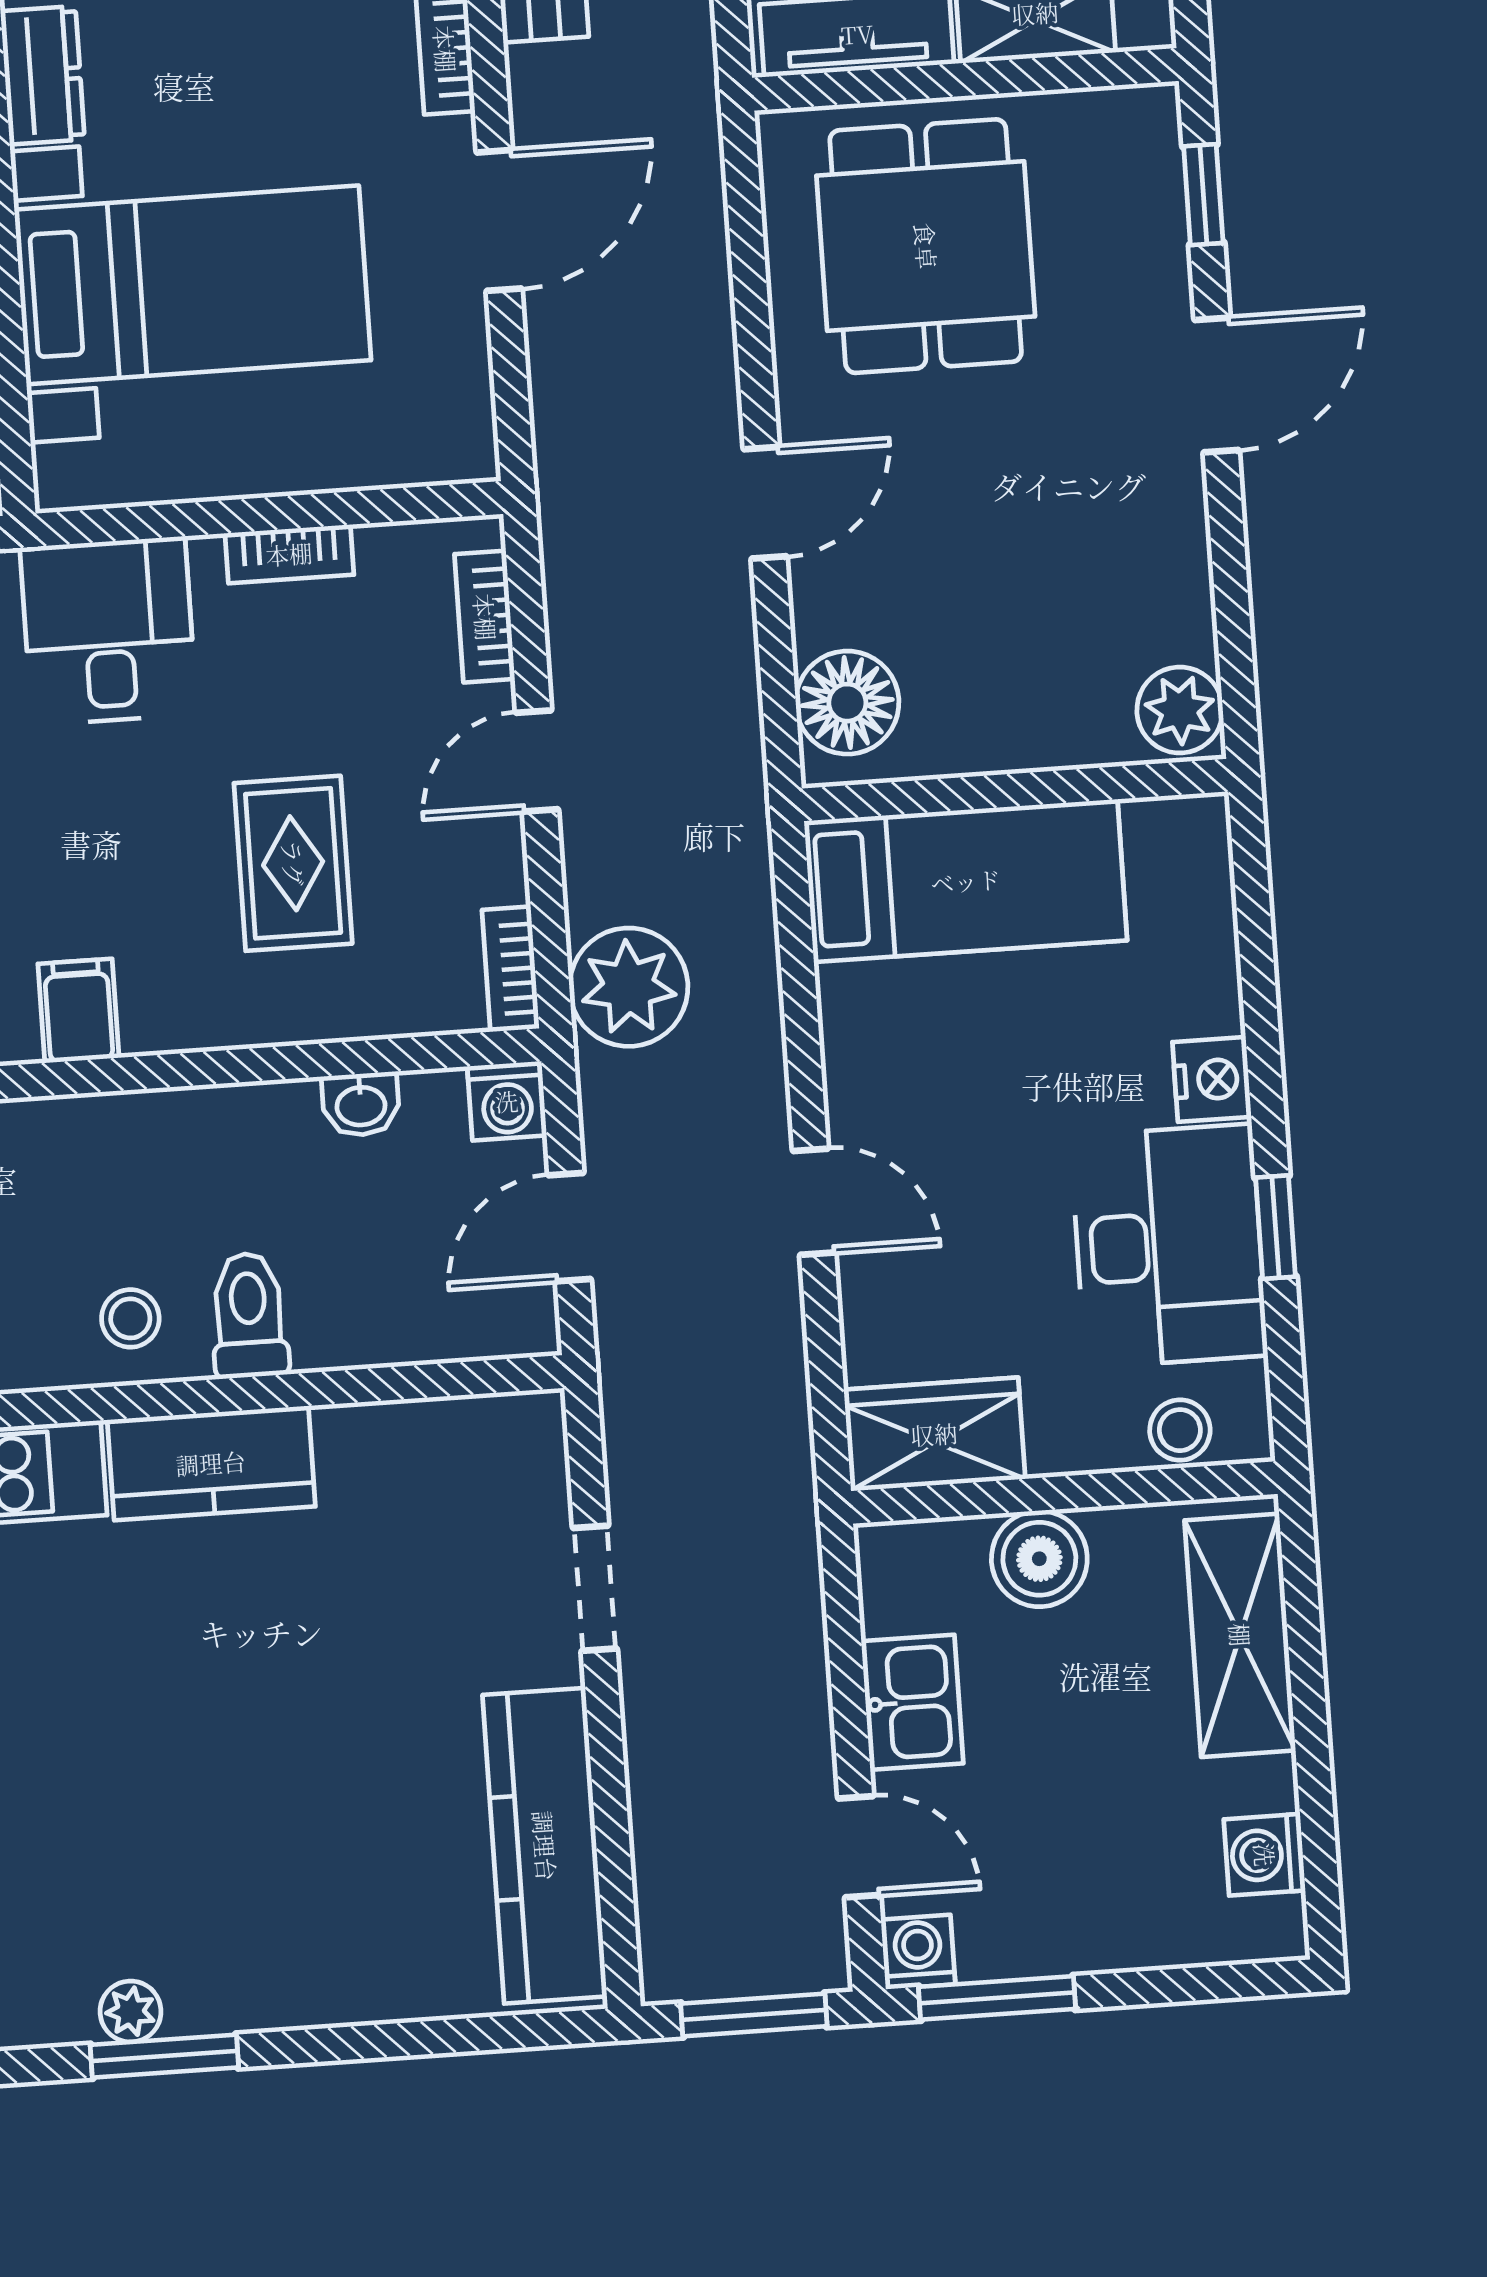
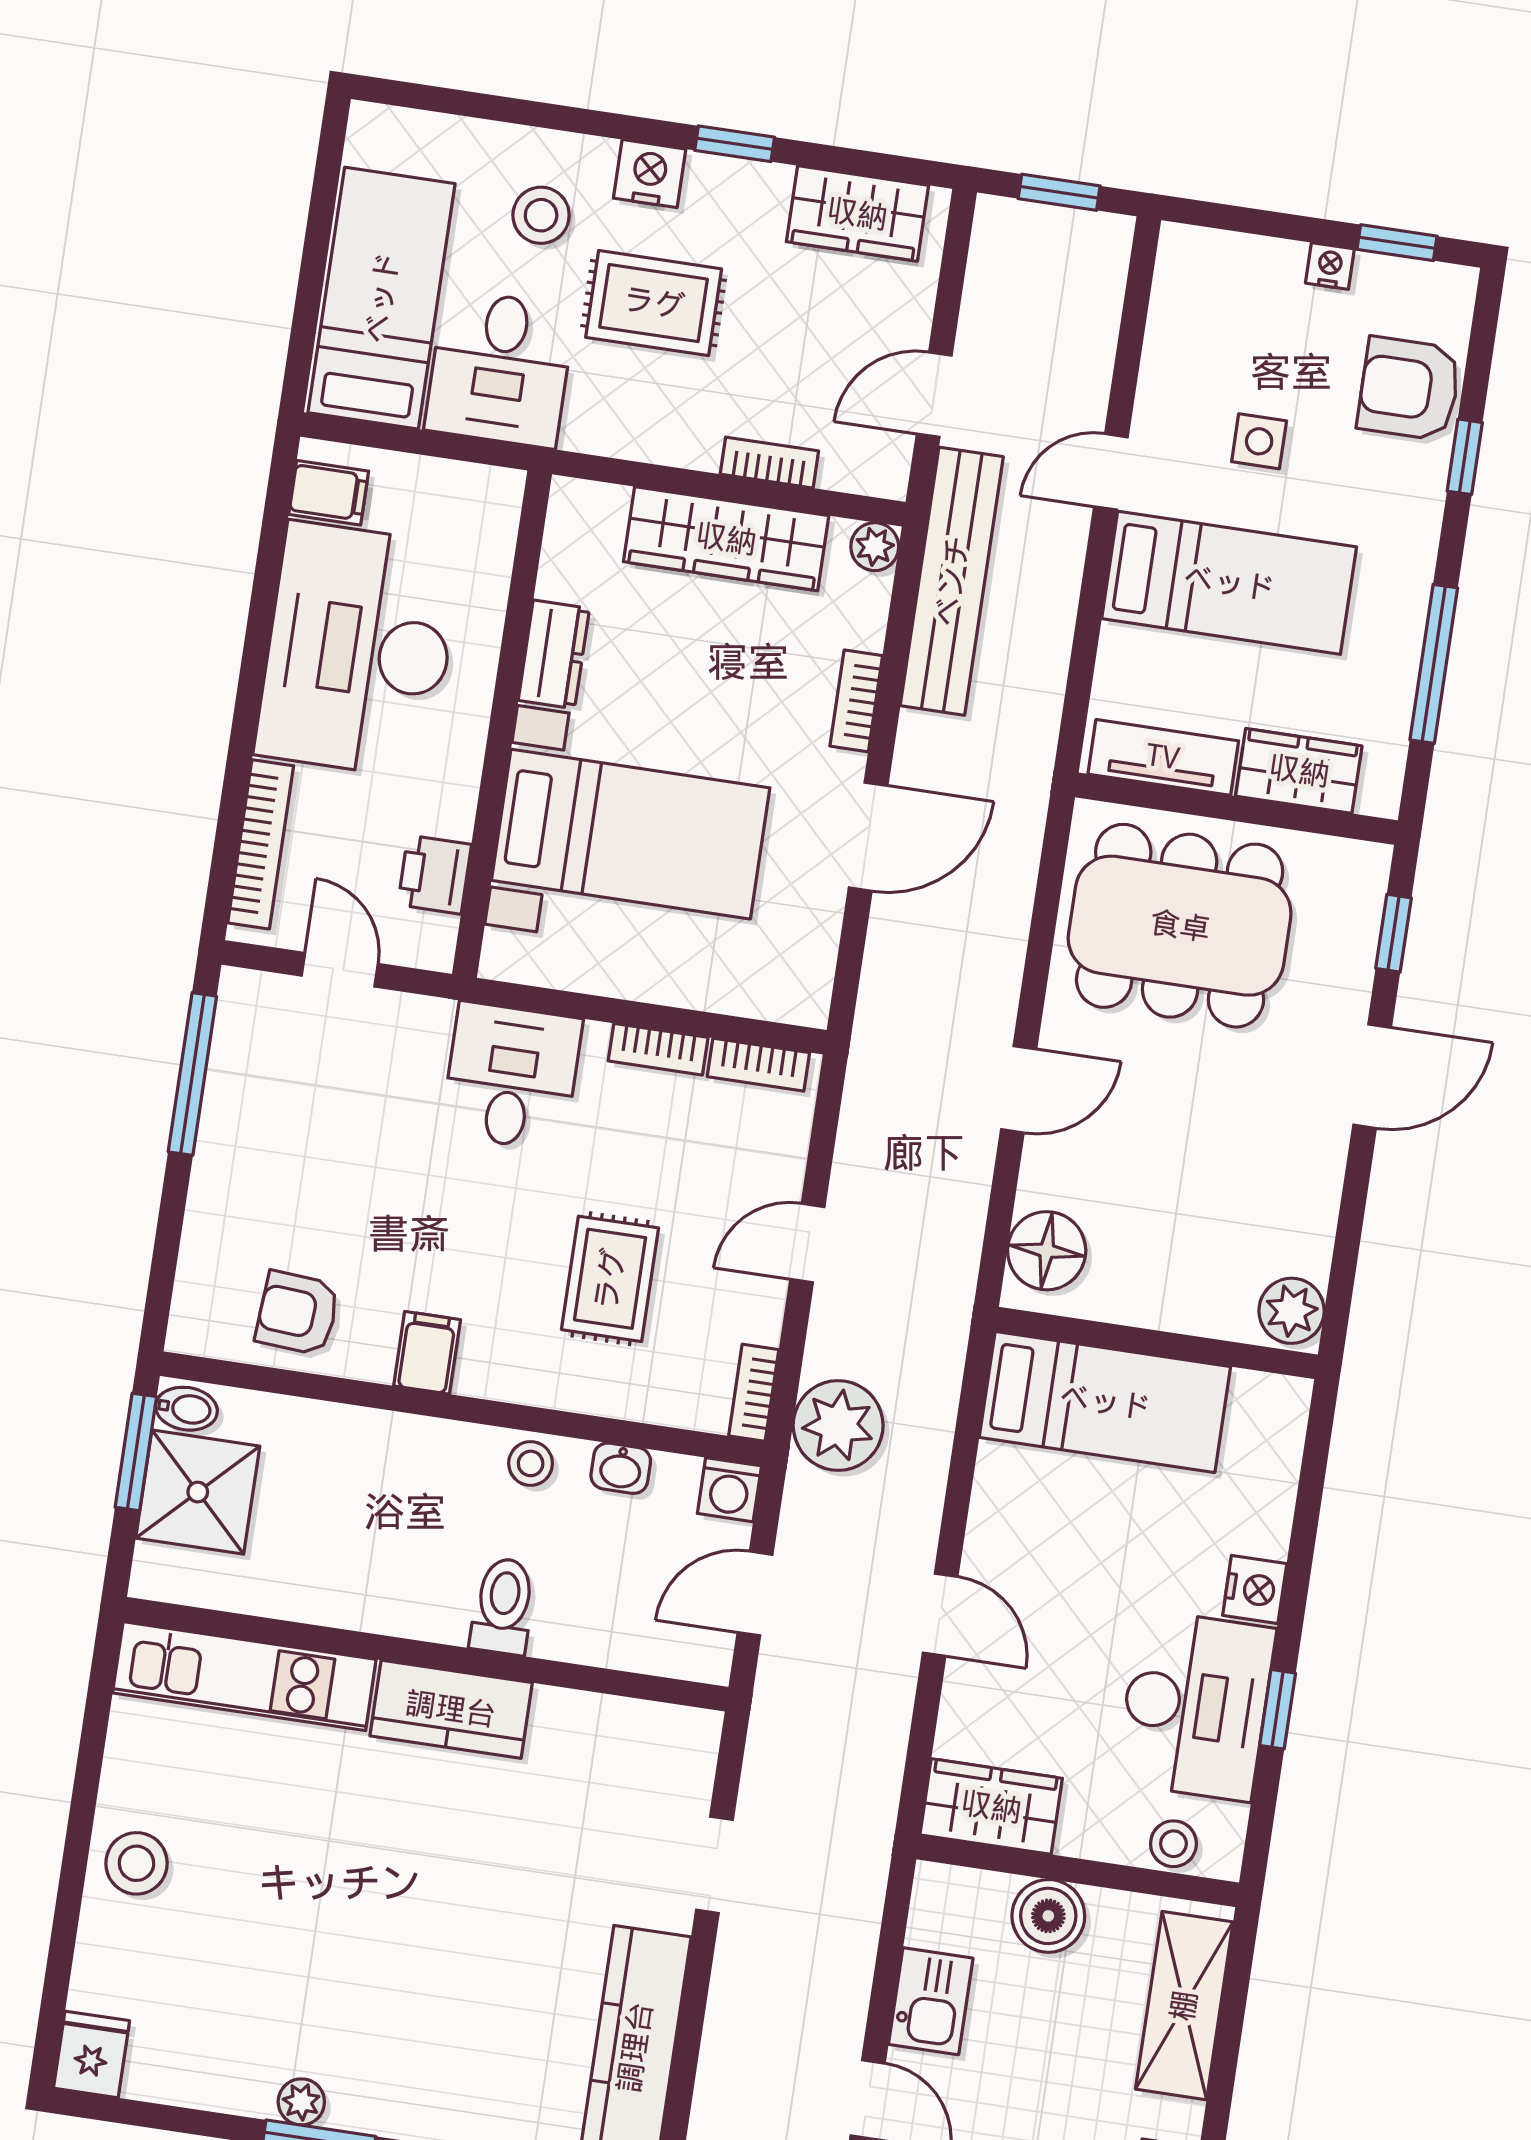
dining table: (926, 246) -> (1180, 926), width x1.38
bookcase: (485, 617) -> (758, 1065), moved, turned -90
stool: (130, 1318) -> (531, 1463), moved

